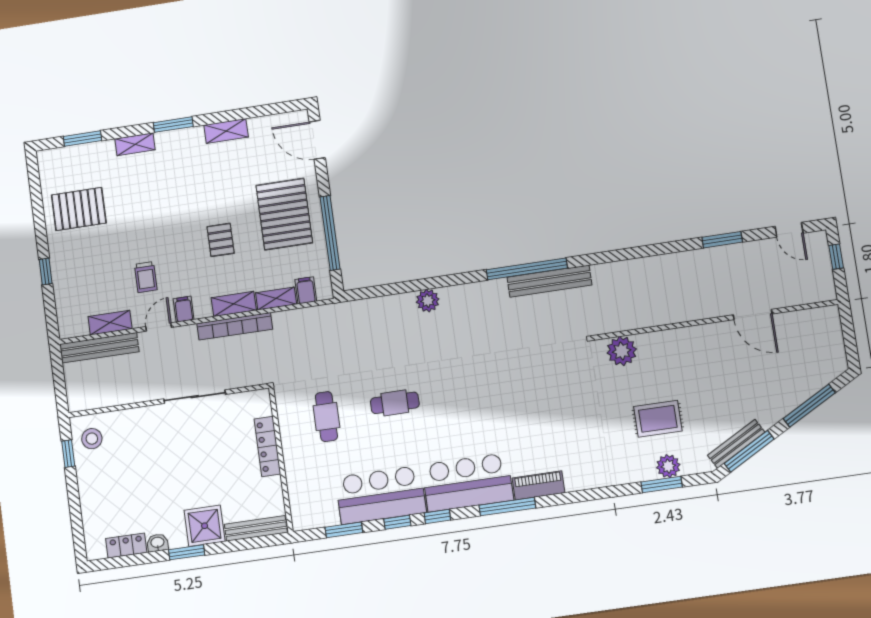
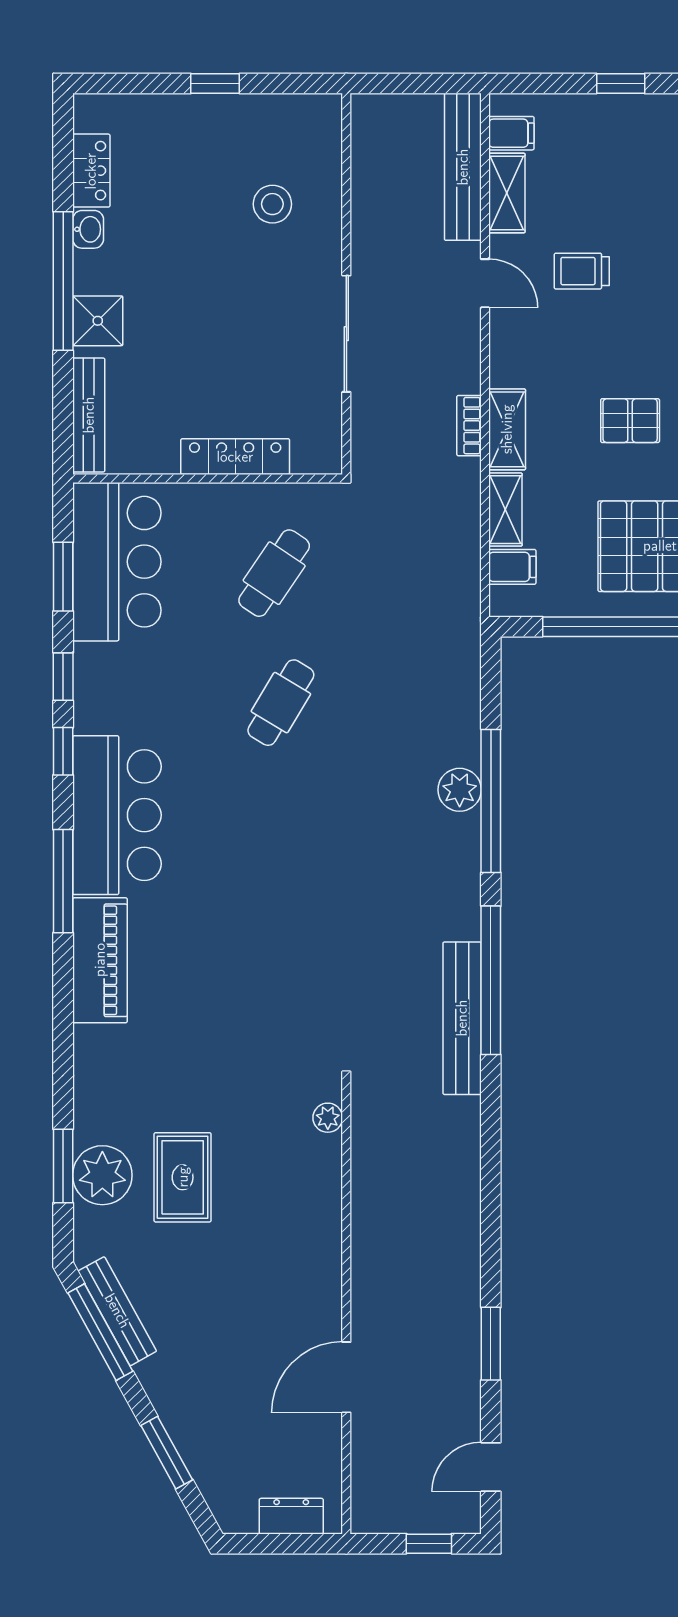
window: (431, 283) -> (491, 801), added
filing cabinet: (184, 309) -> (511, 133), moved
bookcase: (235, 326) -> (469, 426), width x0.43, depth x0.76
dresser: (833, 333) -> (291, 1516), added
plant: (622, 351) -> (328, 1118), width x0.53, depth x0.53
cafe table: (395, 403) -> (281, 703), turned 31
window: (809, 406) -> (167, 1453), width x0.69
cafe table: (326, 417) -> (274, 573), turned -56
stool: (92, 439) -> (272, 204), moved
window: (68, 454) -> (215, 83), moved
plant: (668, 466) -> (102, 1175), width x1.36, depth x1.36
piano: (539, 485) -> (100, 960), width x1.37, depth x1.33
bar counter: (381, 495) -> (117, 562), moved
shower: (205, 526) -> (98, 321), width x0.73, depth x0.73
window: (187, 552) -> (63, 281), width x2.11

